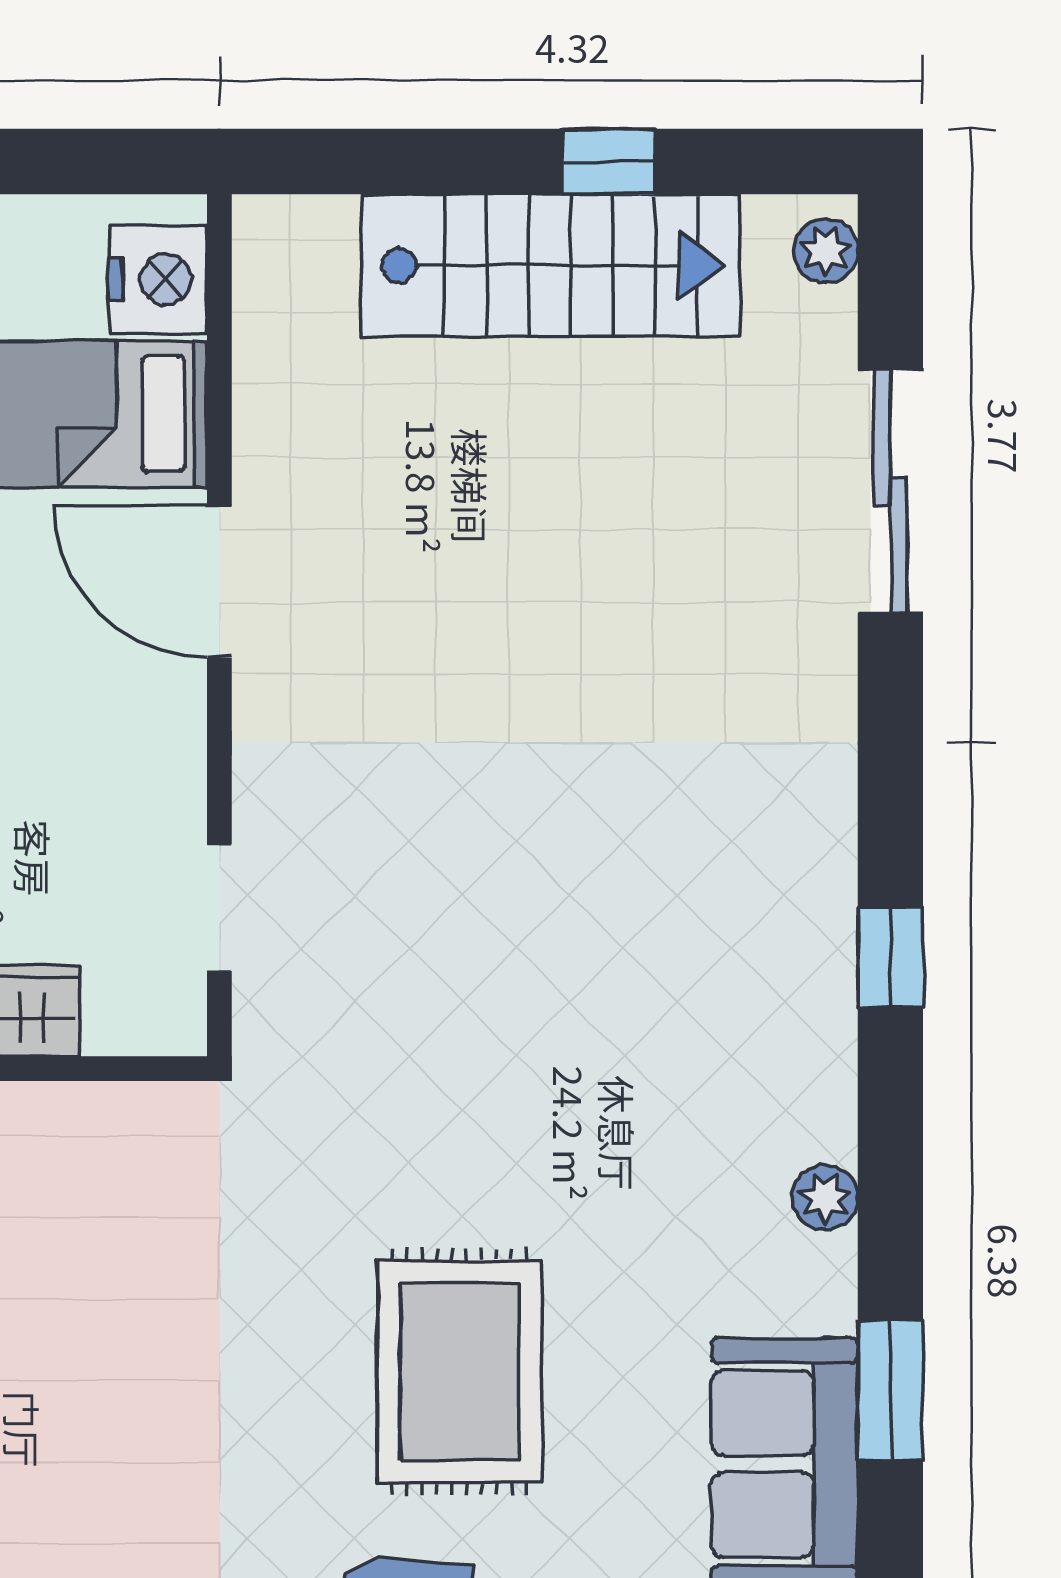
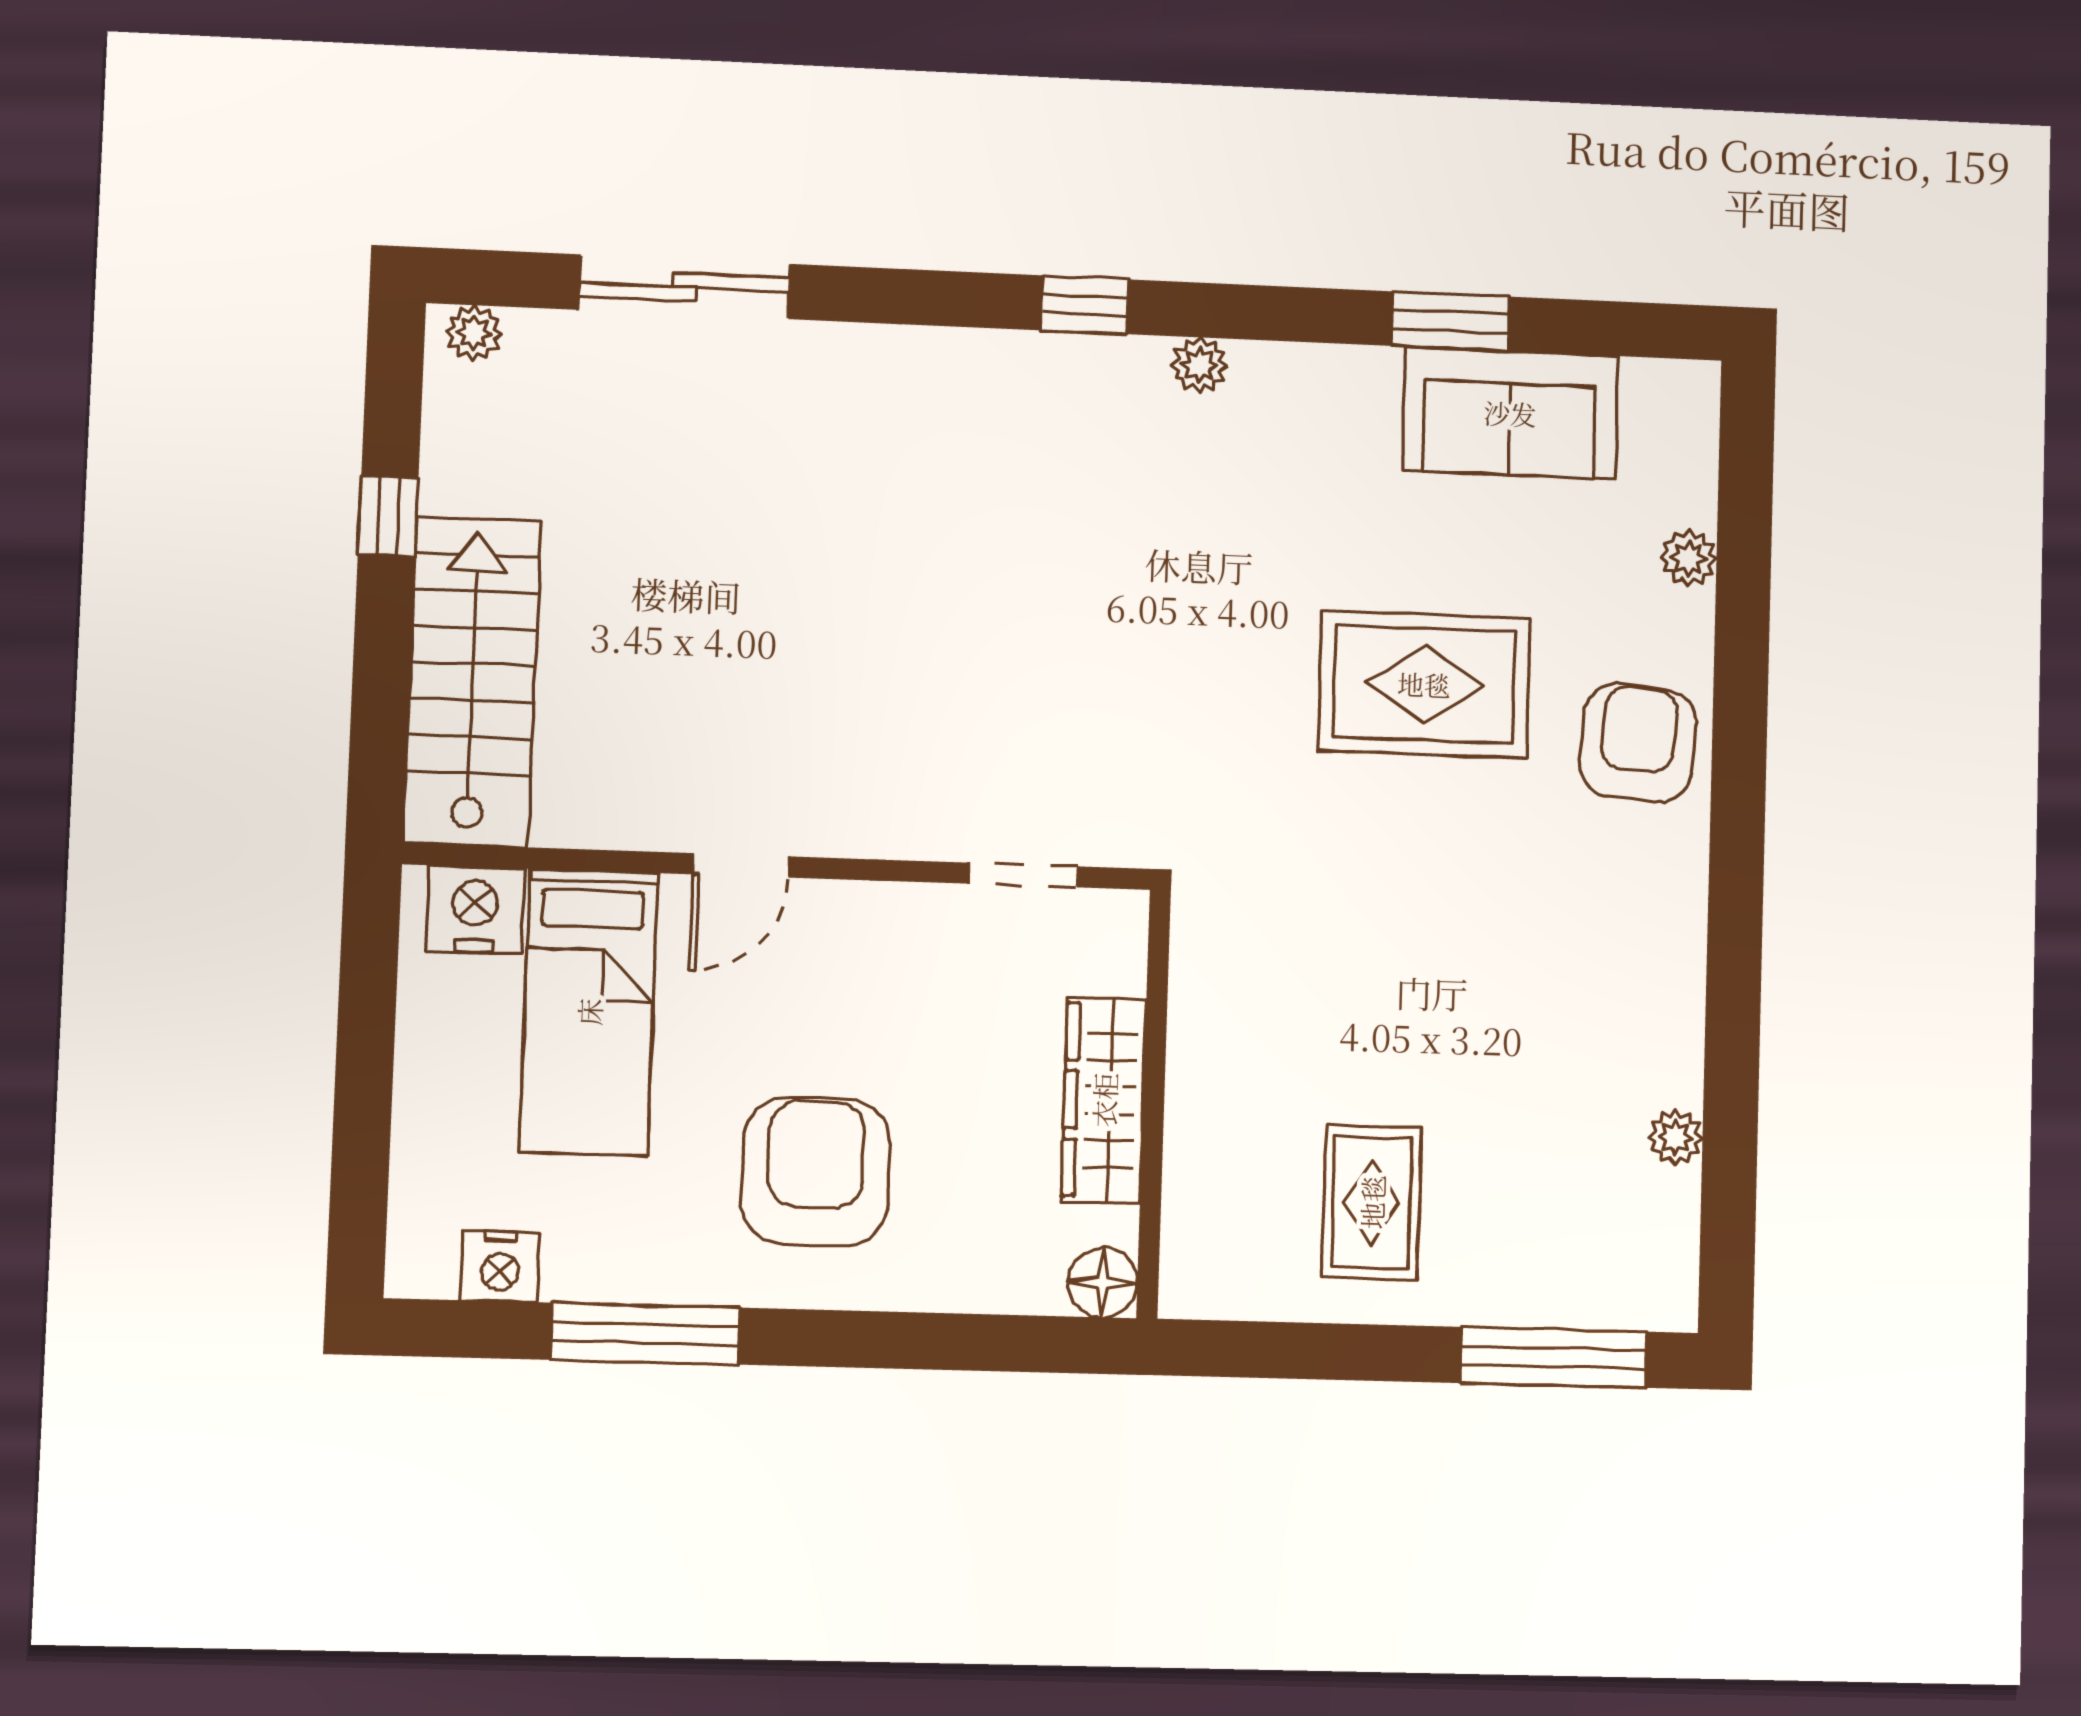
stairs: (550, 265) -> (472, 682), moved
door: (219, 582) -> (741, 865), width x0.73
plant: (825, 1198) -> (1199, 365), moved

